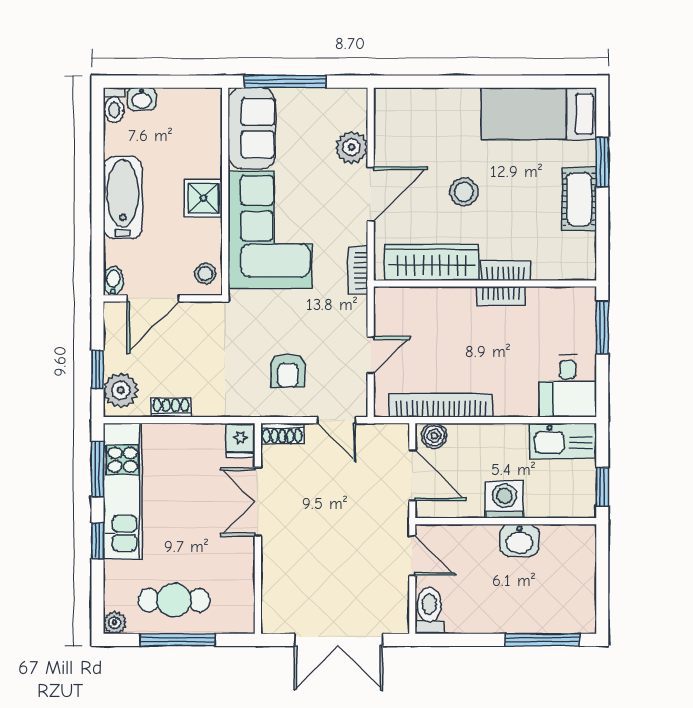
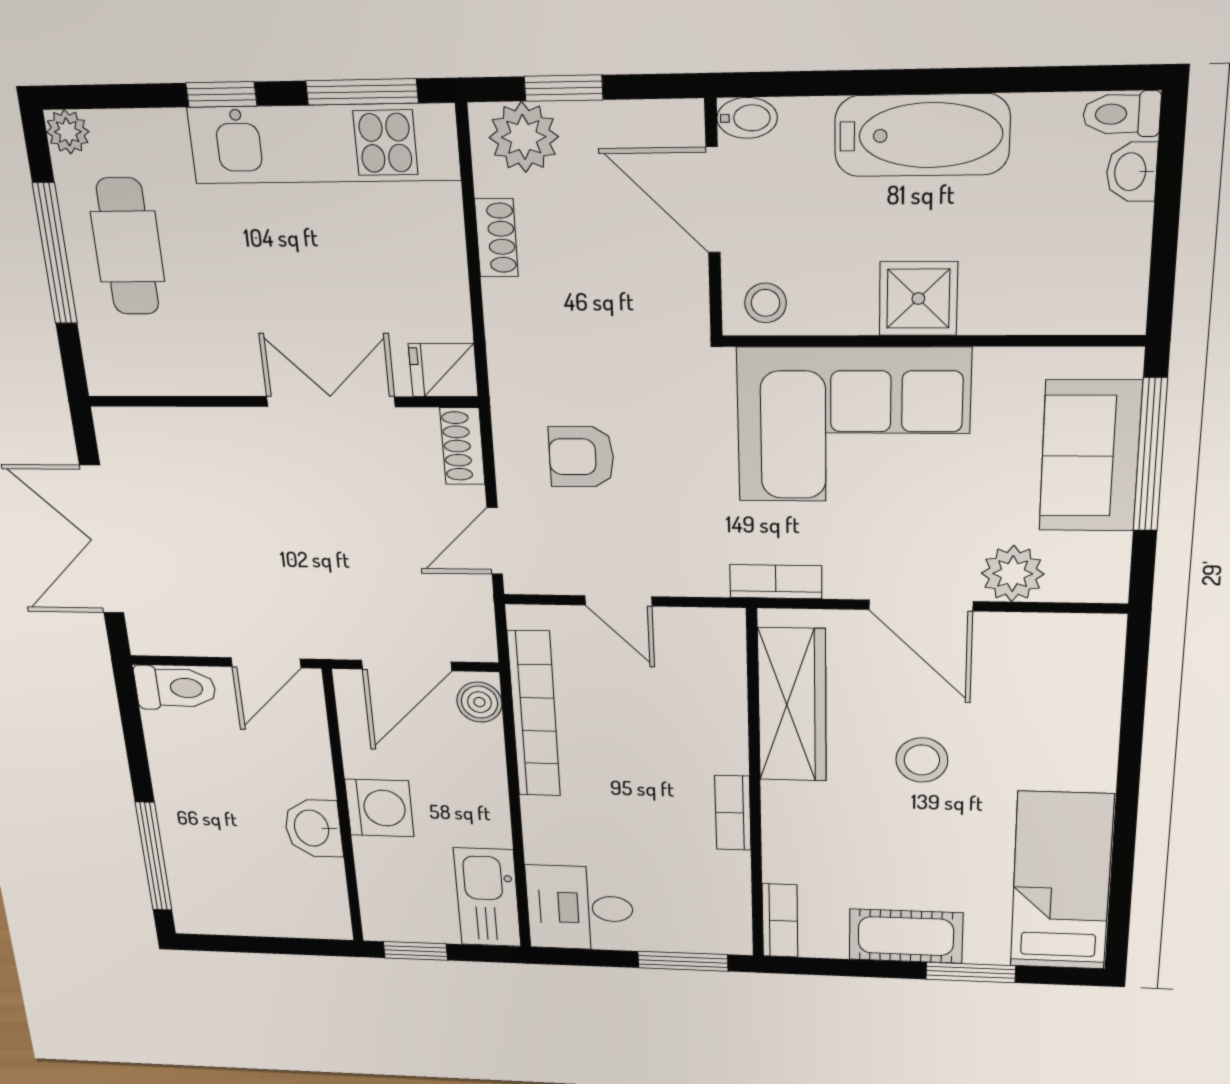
sofa: (252, 128) -> (1090, 456), moved, turned 90
bookcase: (506, 271) -> (780, 921), moved

